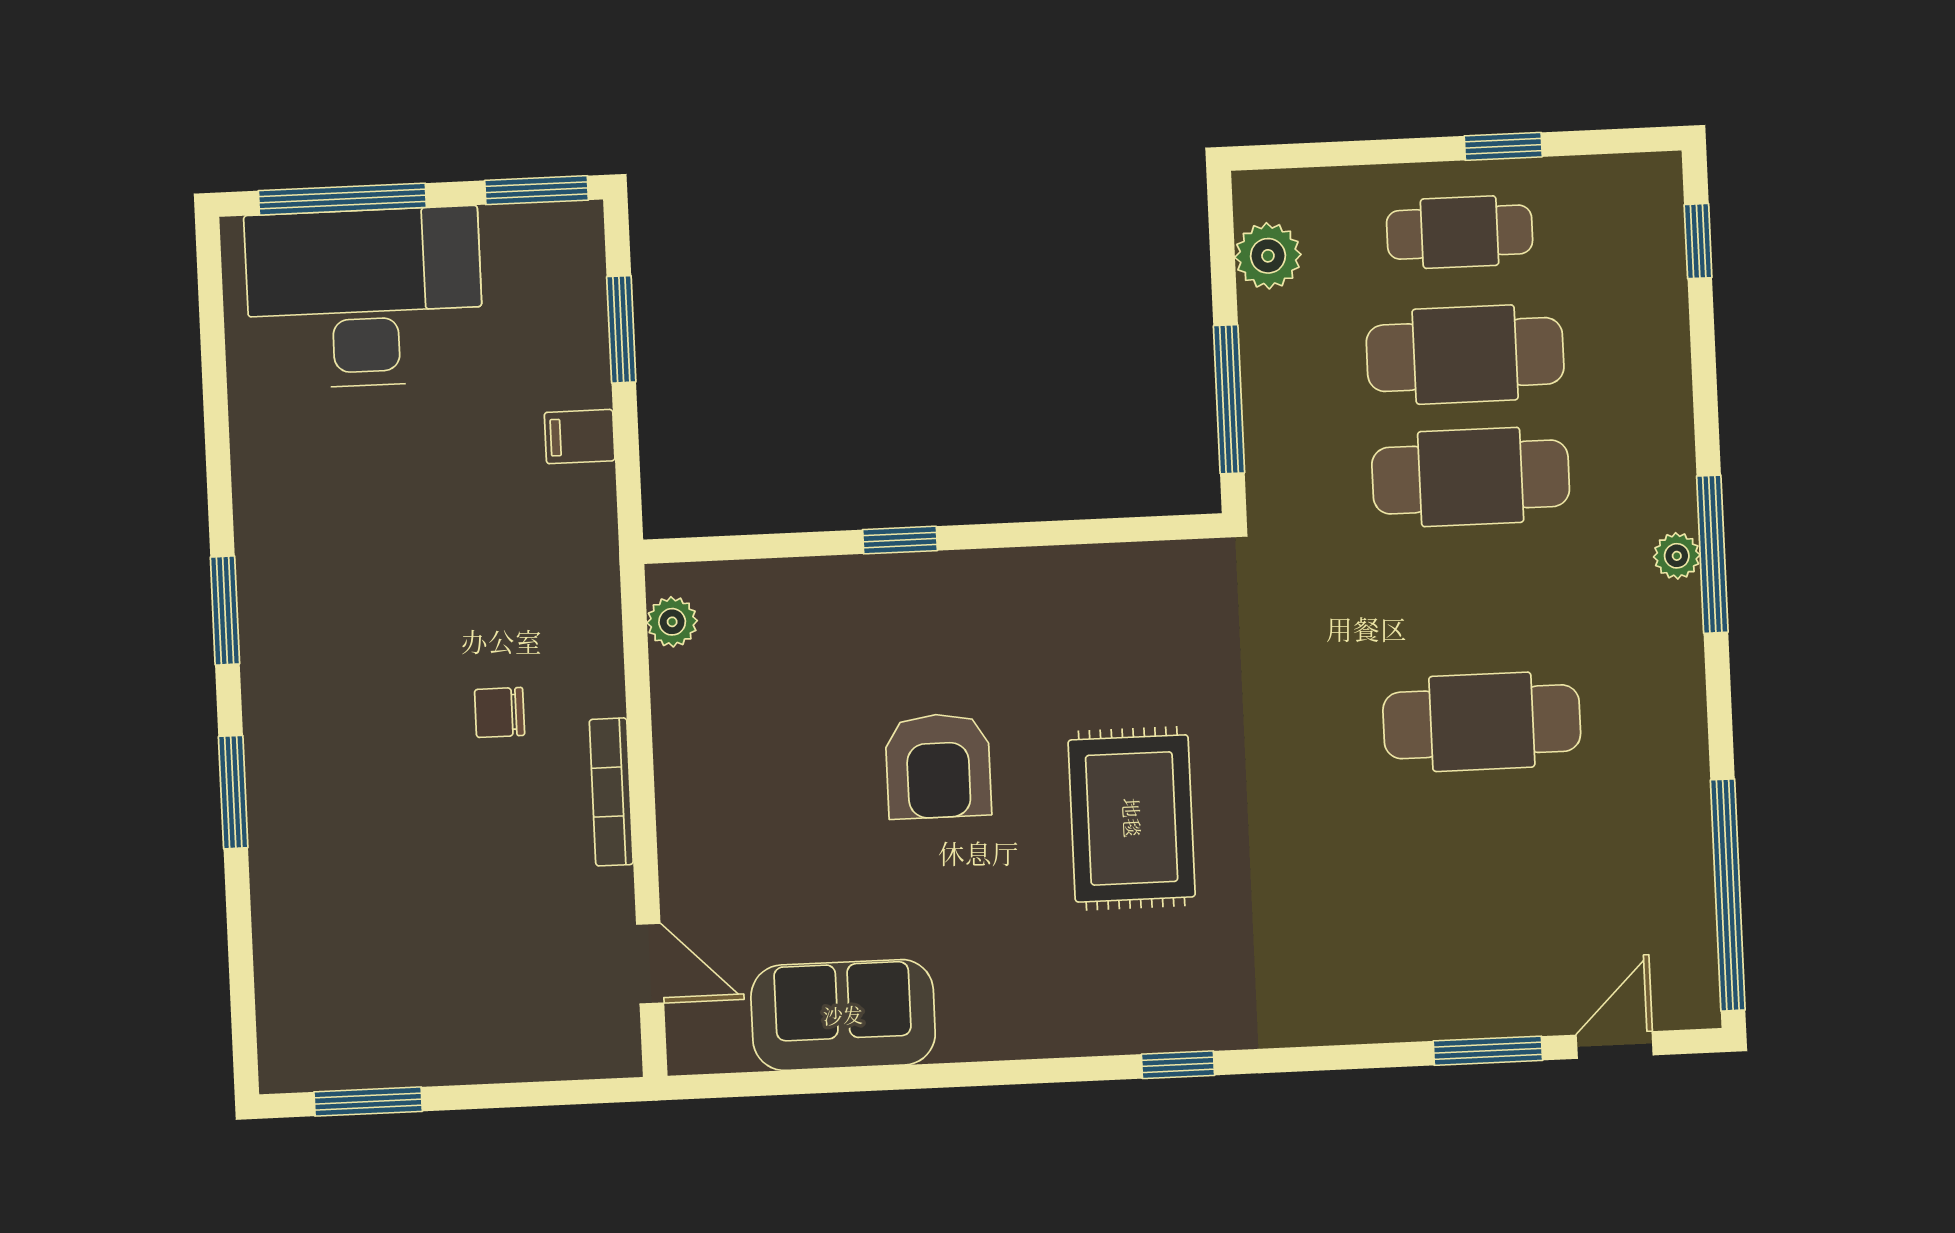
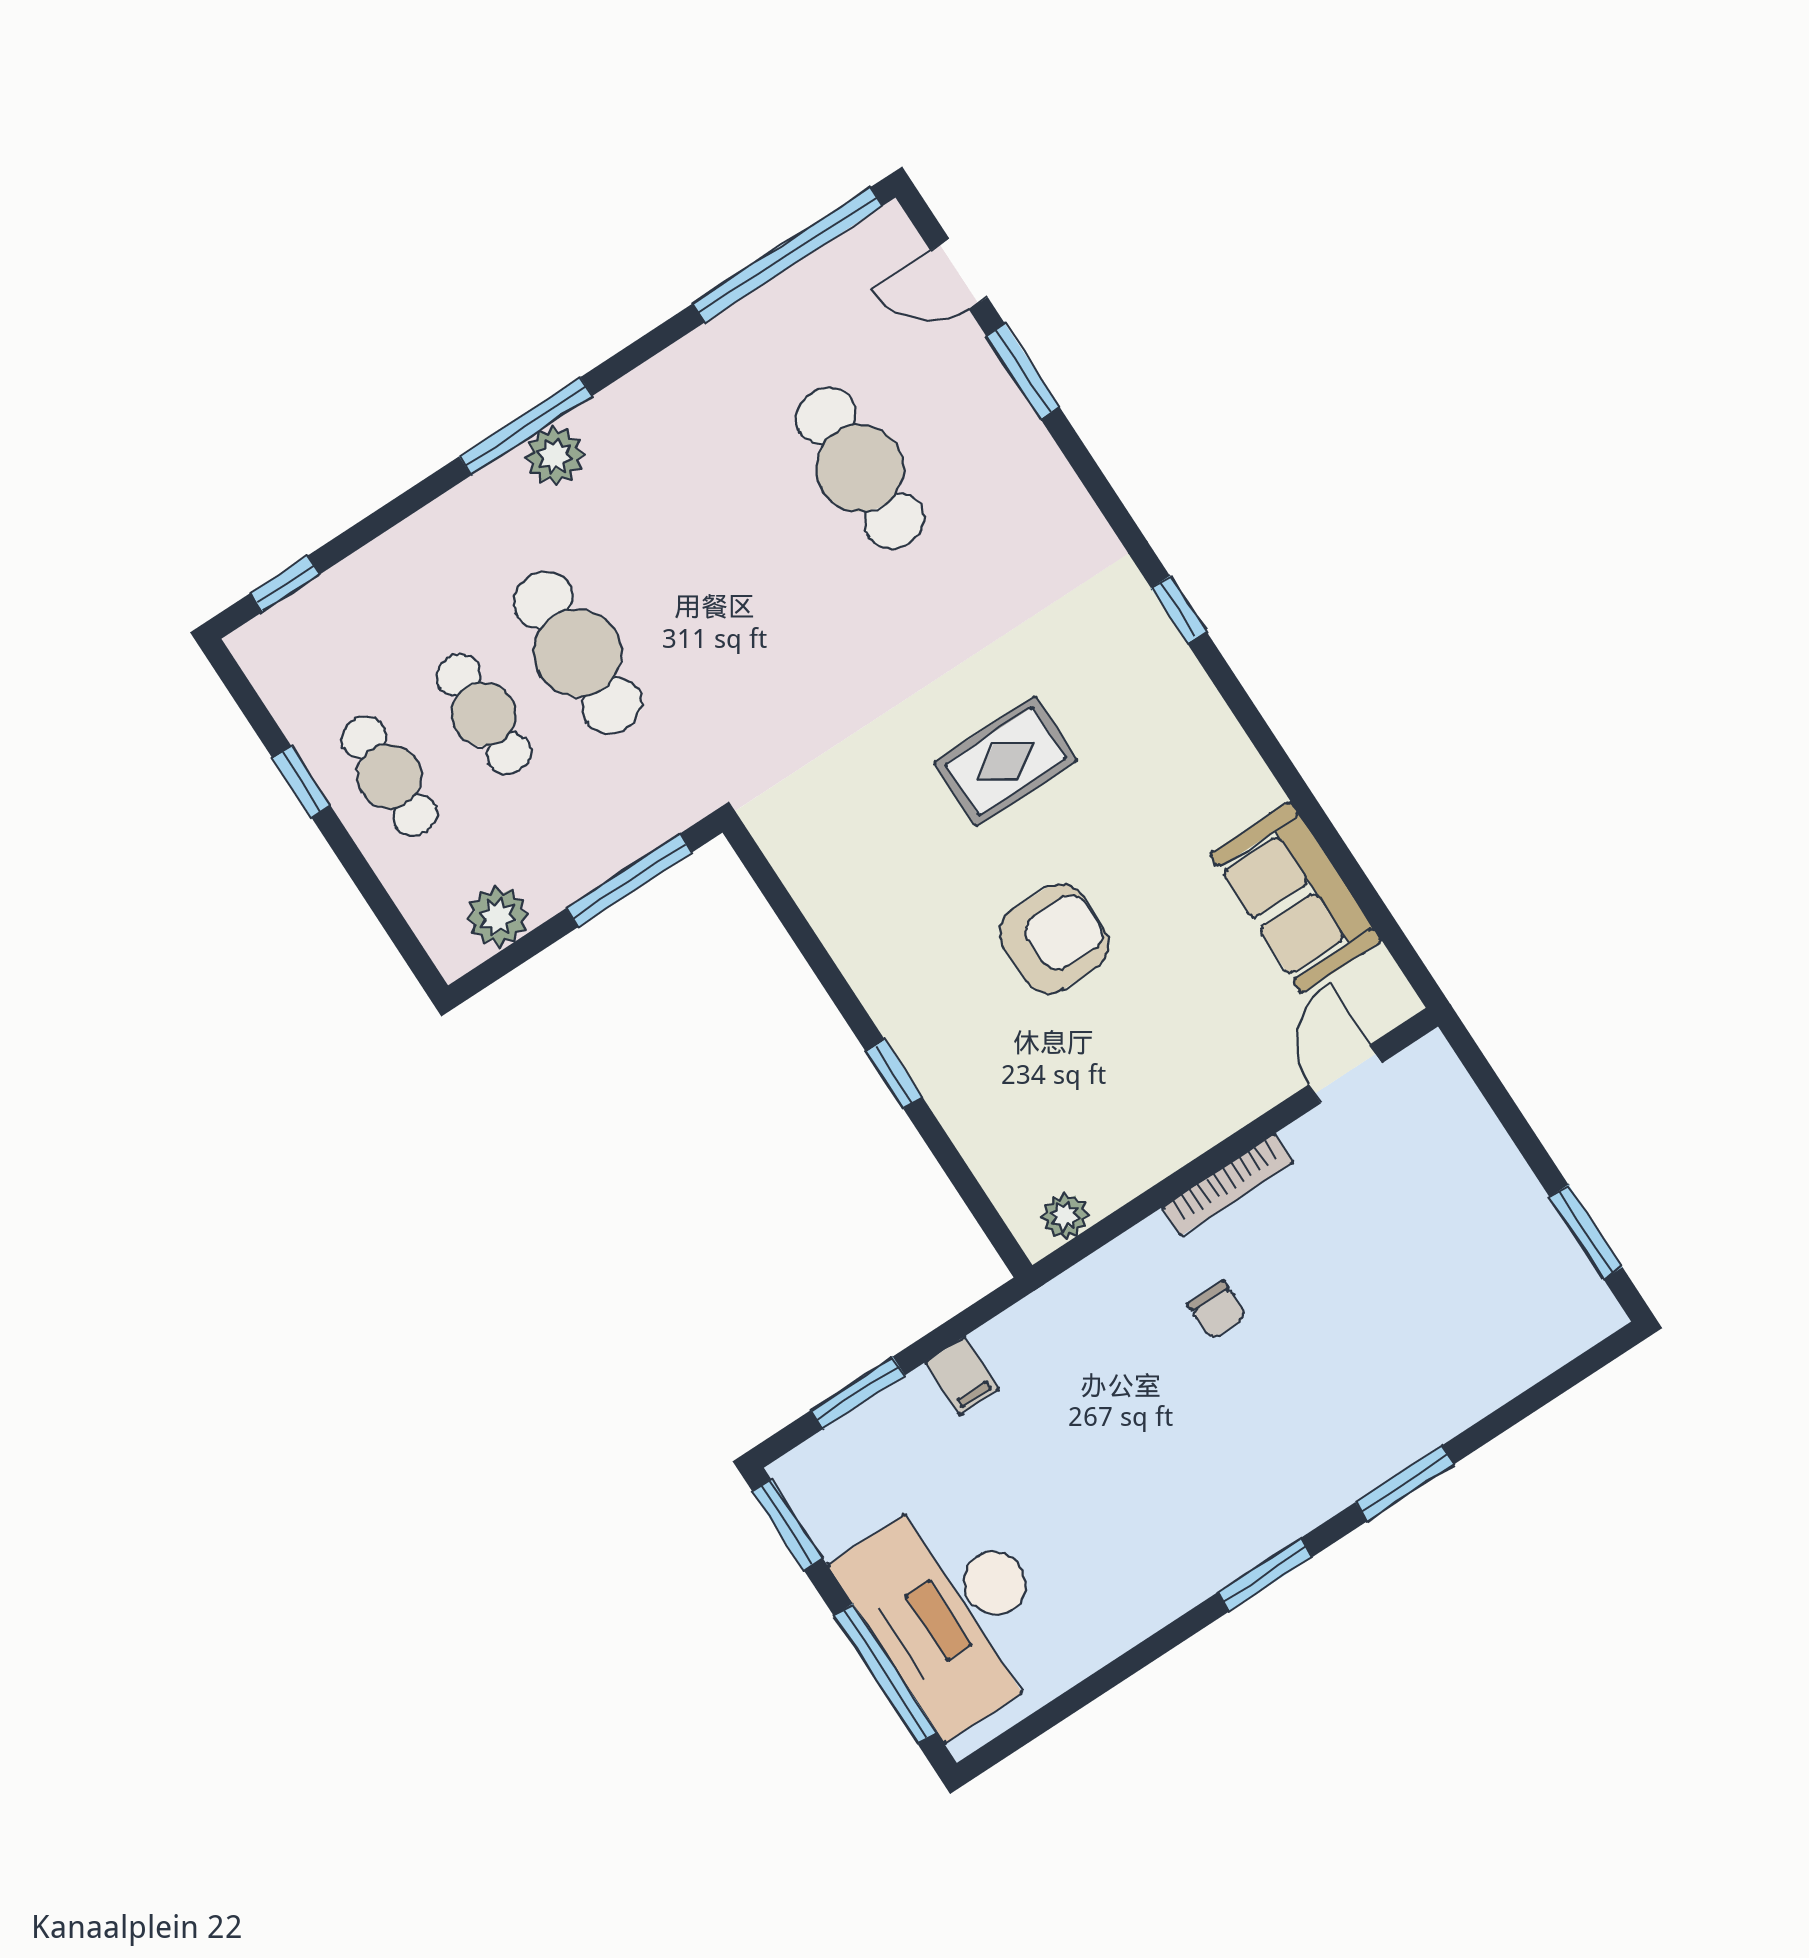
cafe table: (1465, 355) -> (484, 715), width x0.73, depth x0.74
plant: (1677, 556) -> (555, 456), width x1.38, depth x1.38
cafe table: (1482, 722) -> (860, 468), moved
rug: (1132, 818) -> (1006, 761), width x0.73, depth x0.70

